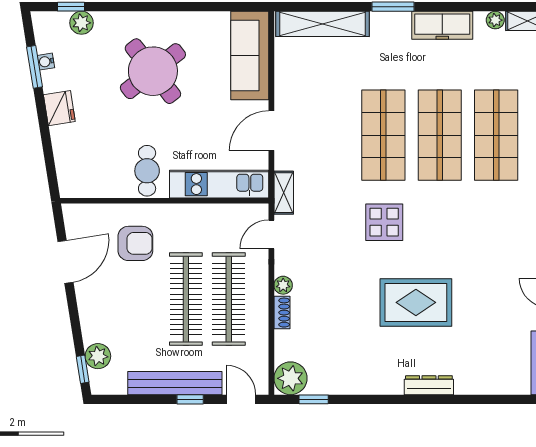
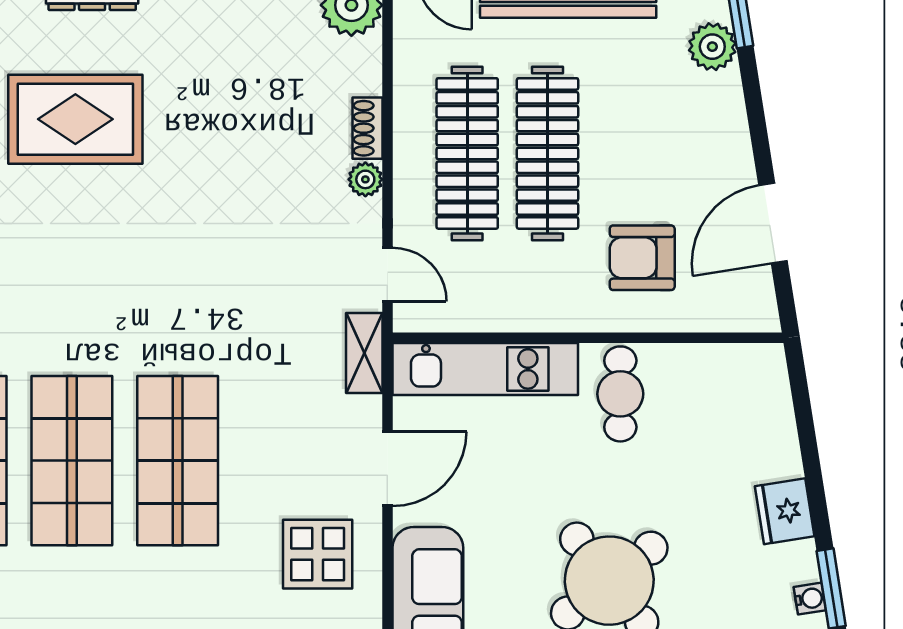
display table: (384, 222) -> (318, 554), moved
door: (271, 234) -> (387, 275), hinge flipped
rug: (416, 302) -> (75, 119), moved

